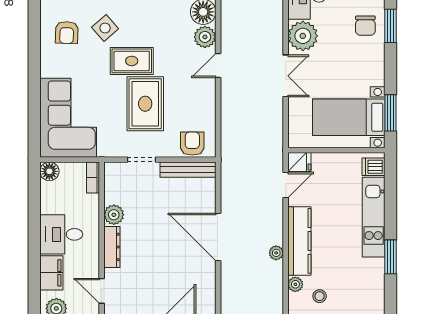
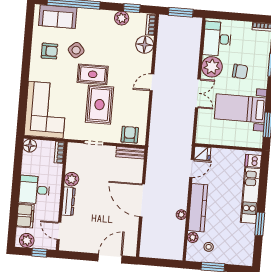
chair: (365, 26) -> (240, 71), moved, turned -85
armchair: (67, 32) -> (49, 51), turned -92
plant: (205, 37) -> (144, 62), removed
bed with nightstands: (349, 117) -> (240, 108), moved
bench: (188, 170) -> (130, 153), width x0.73

